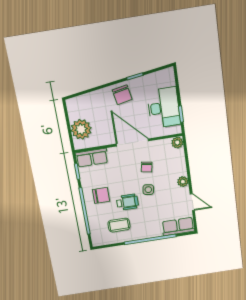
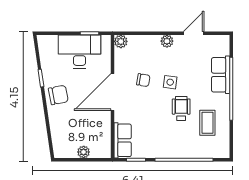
plant: (81, 129) -> (84, 152), width x0.53, depth x0.53
chair: (101, 195) -> (168, 138), removed
row of seats: (178, 227) -> (221, 75), moved

